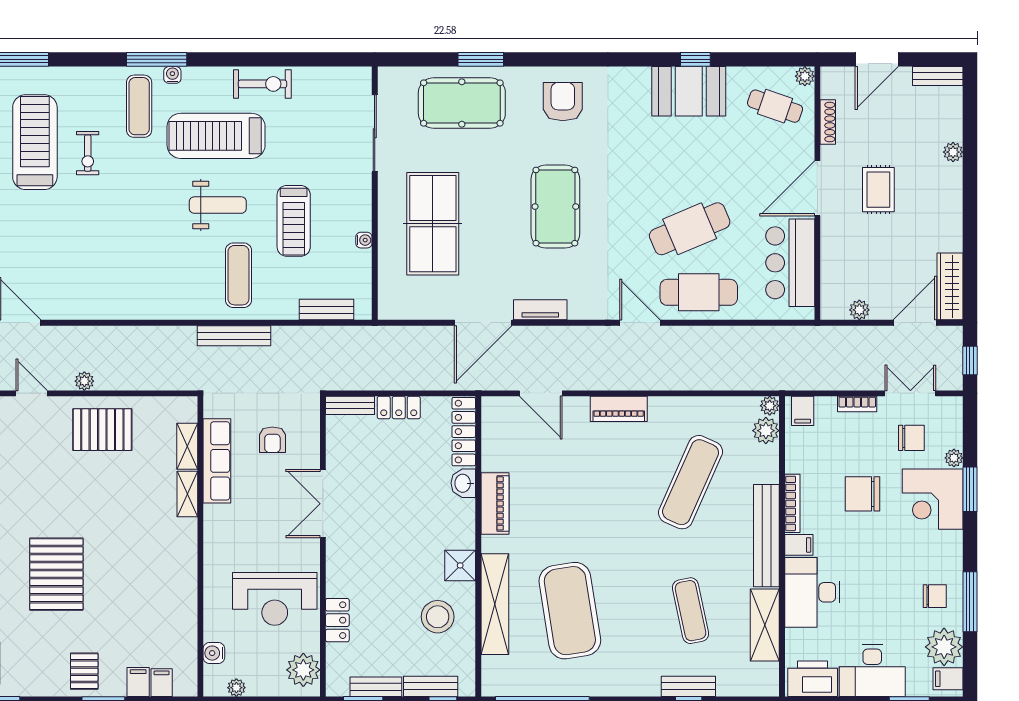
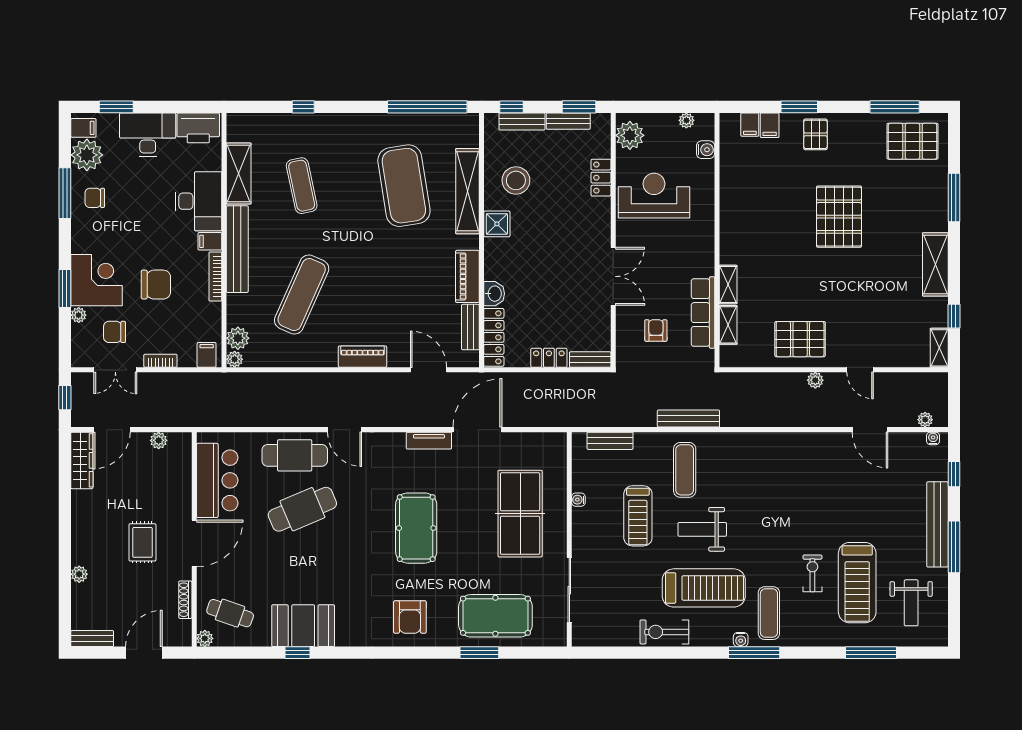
treadmill: (294, 221) -> (638, 516), turned 180
bench: (688, 686) -> (470, 327), moved, turned 90

